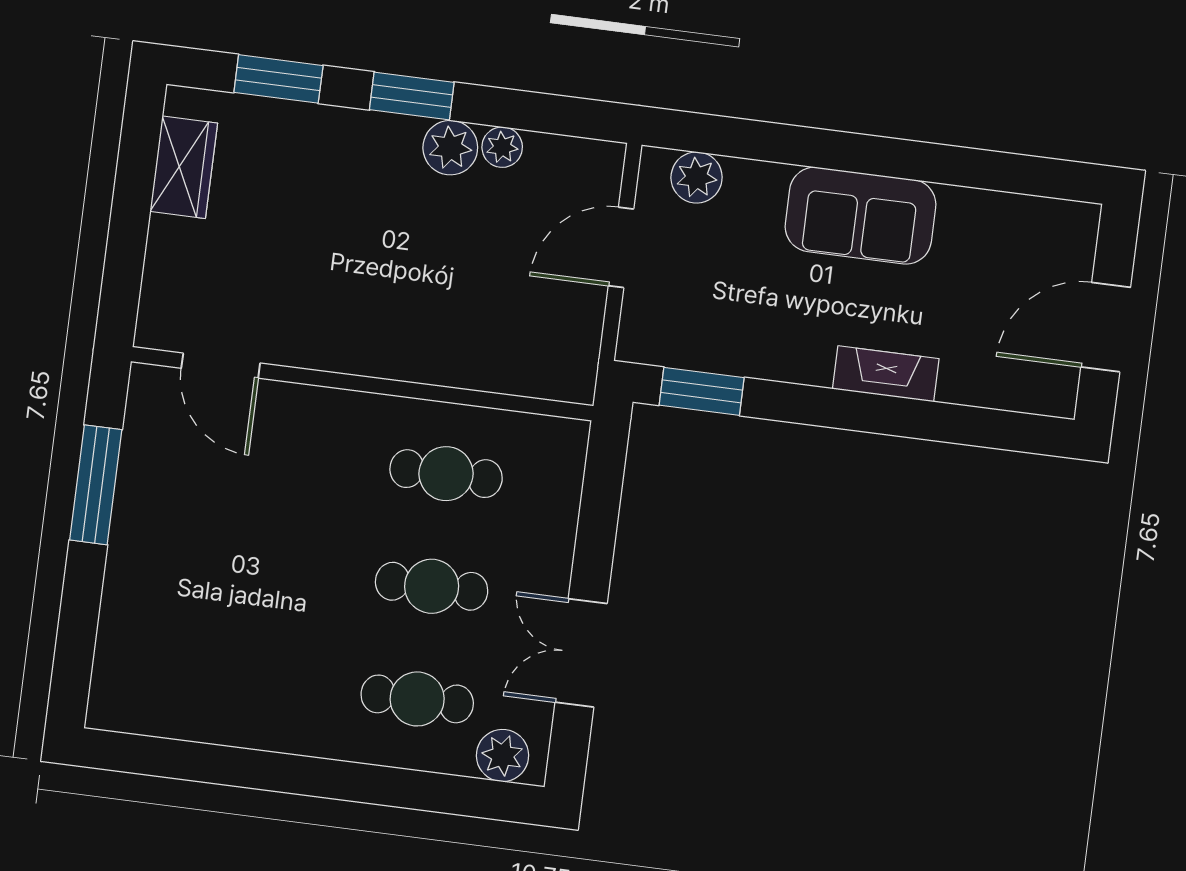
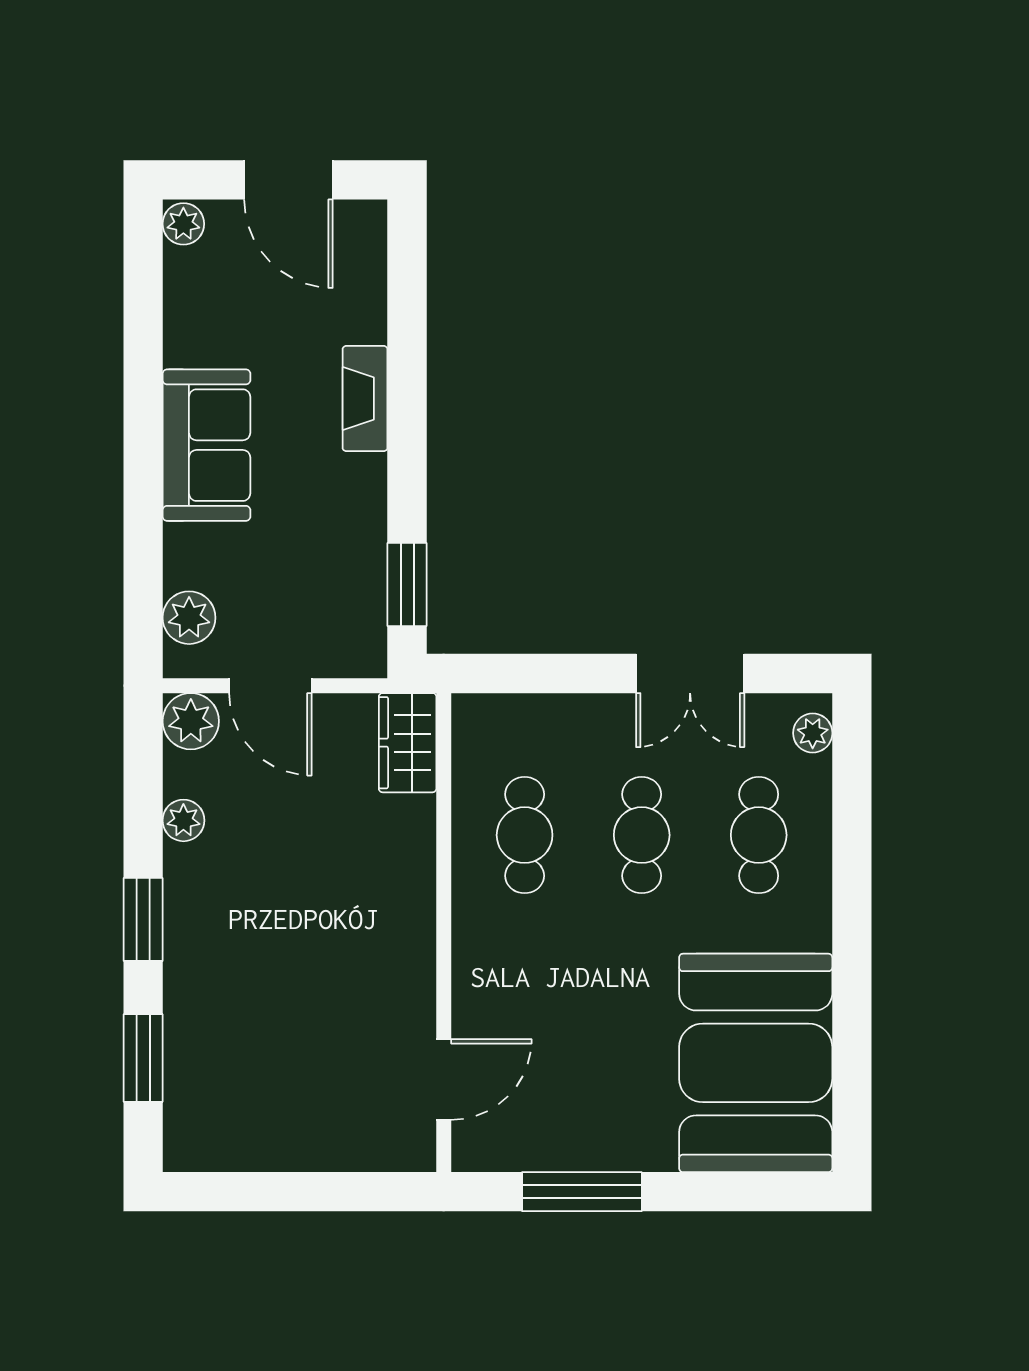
plant: (450, 148) -> (191, 721), moved
wardrobe: (184, 167) -> (408, 743), moved, turned -90
plant: (1076, 221) -> (183, 224), added
booth: (198, 668) -> (756, 1063), added
plant: (502, 755) -> (813, 733), width x0.73, depth x0.73

